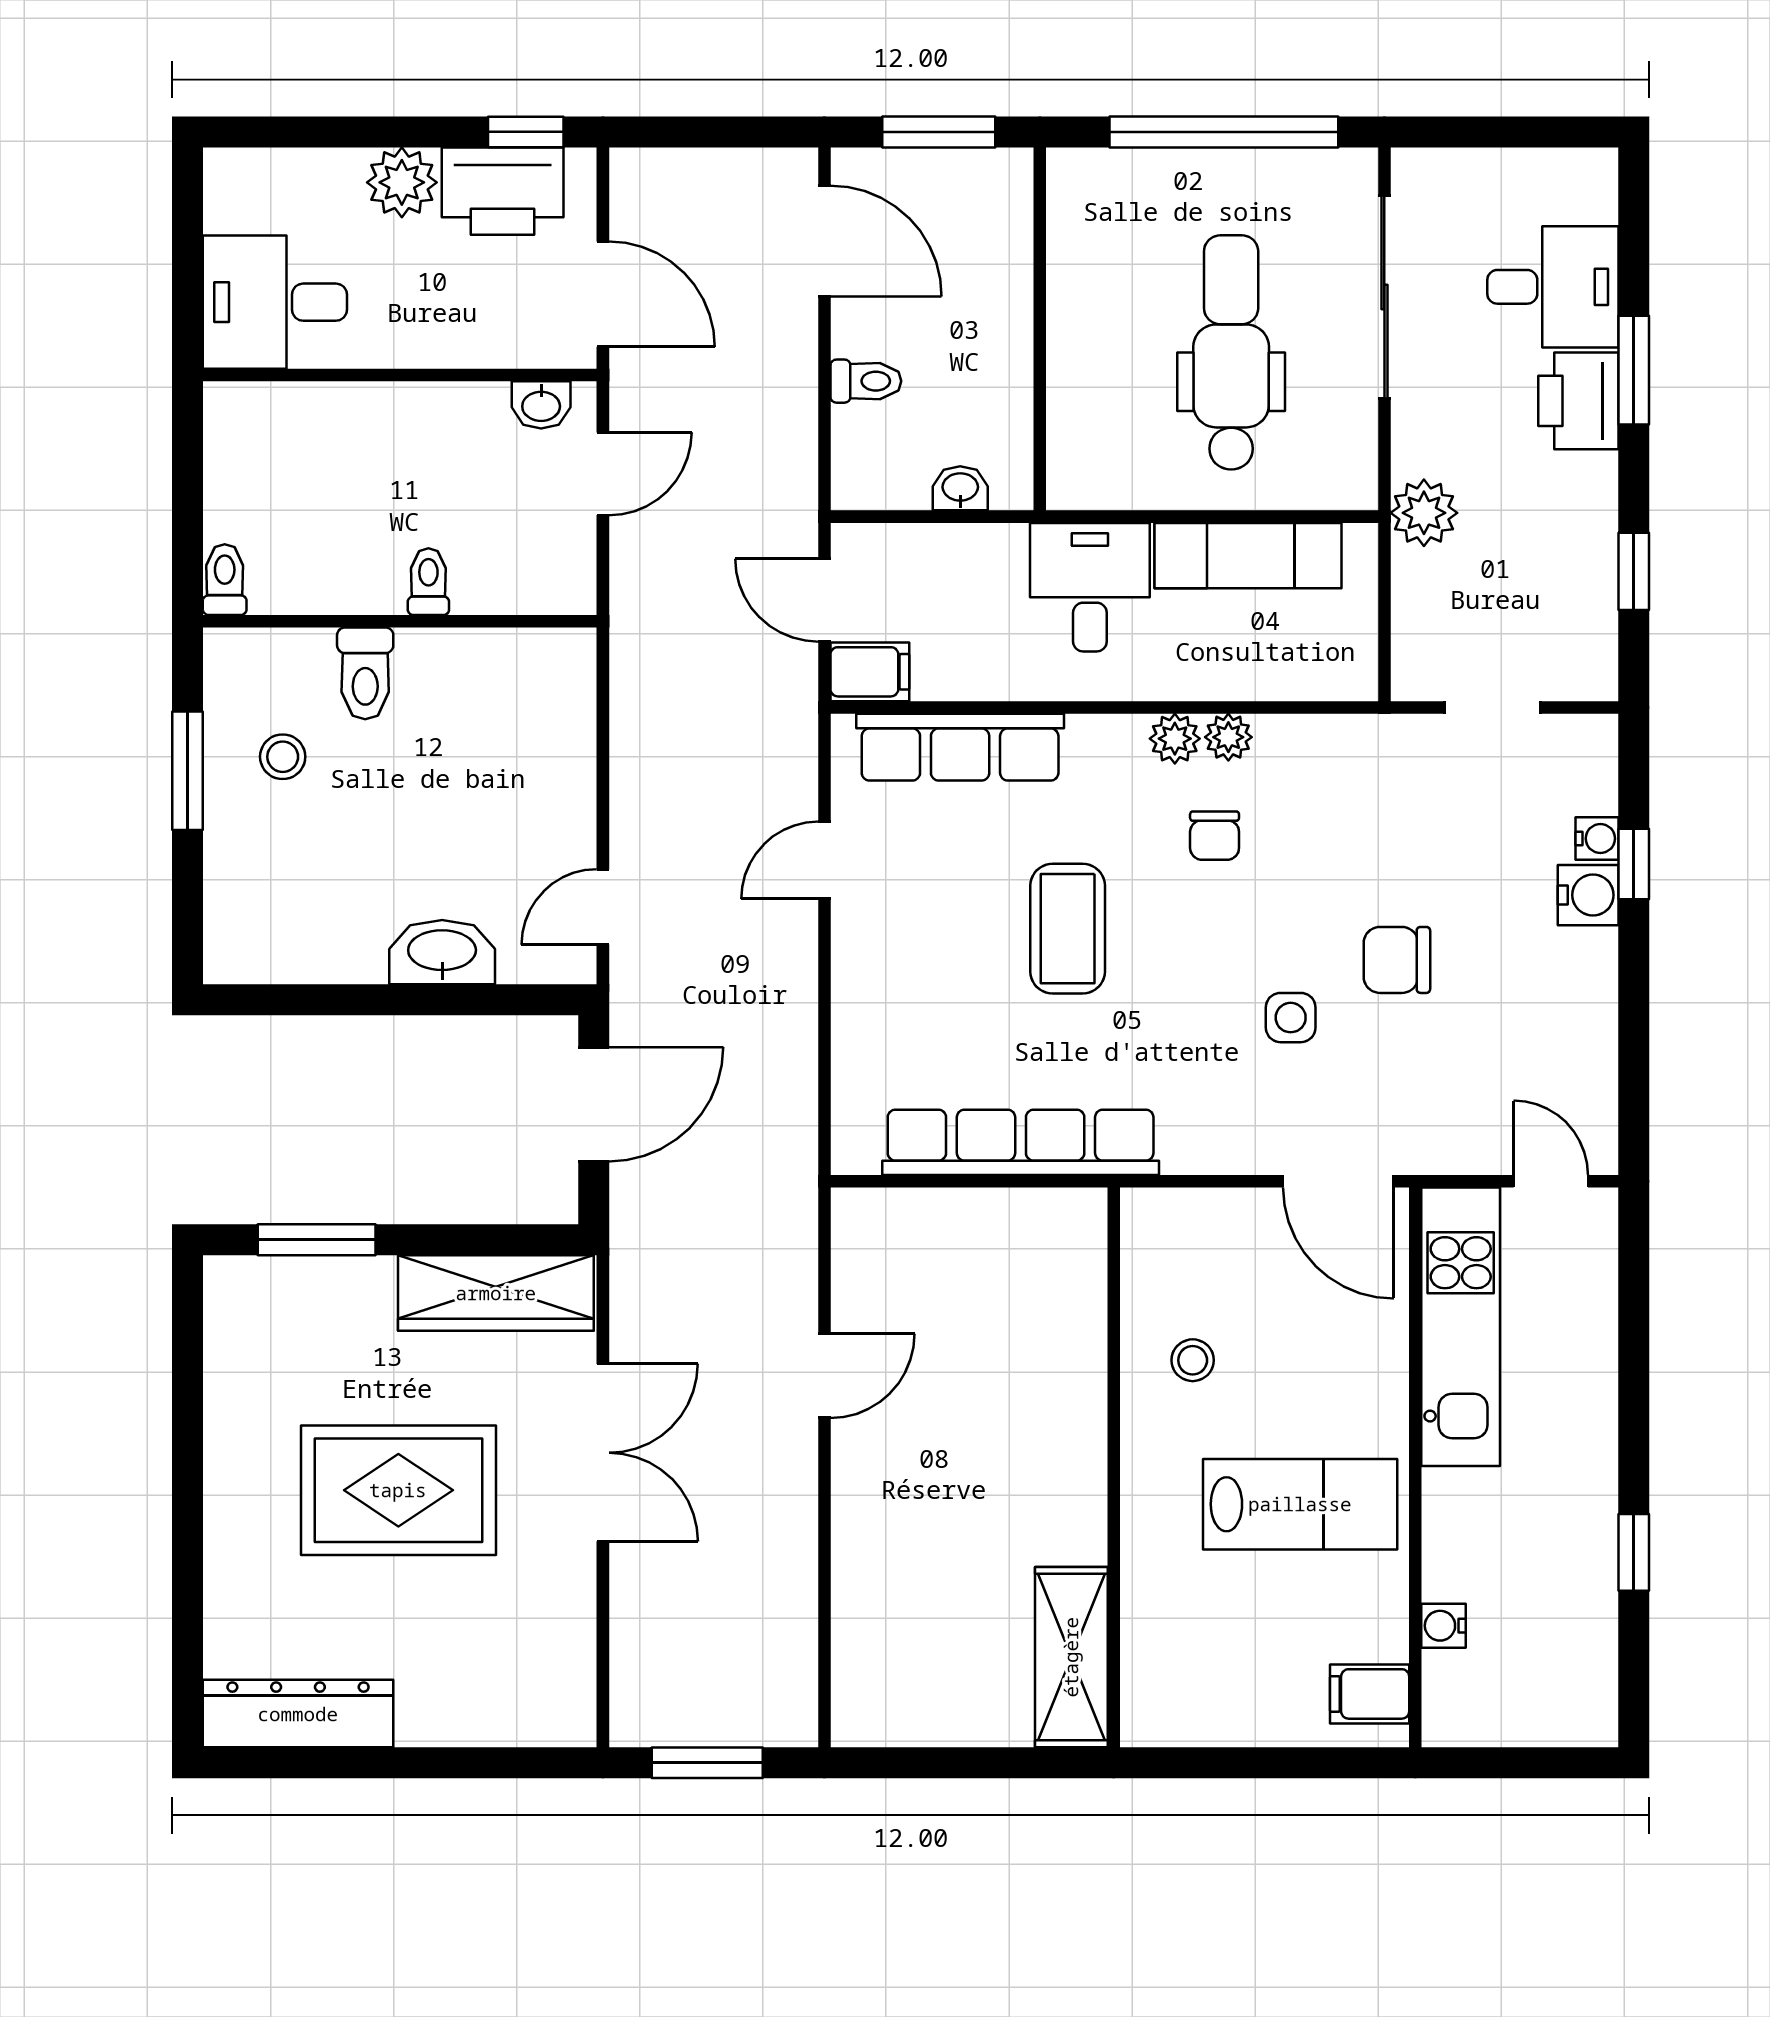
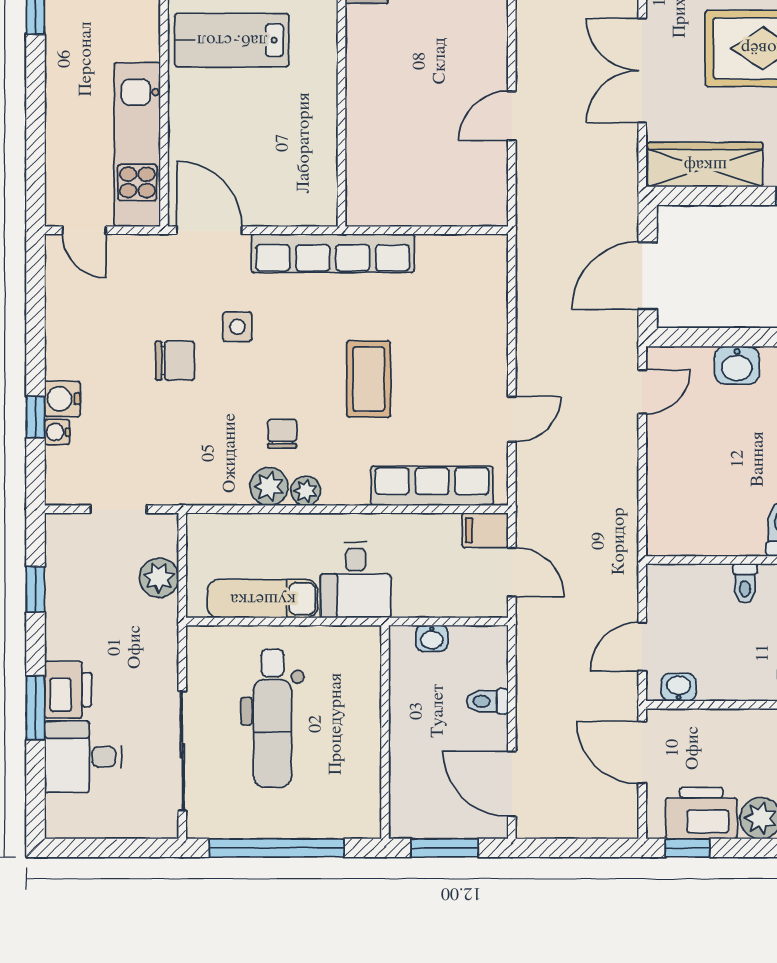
plant: (1424, 513) -> (159, 578), moved
plant: (1228, 737) -> (269, 487), width x1.38, depth x1.38
washbasin: (442, 952) -> (737, 365), width x0.72
row of seats: (1021, 1142) -> (333, 253), moved
stool: (1193, 1360) -> (295, 125), removed

